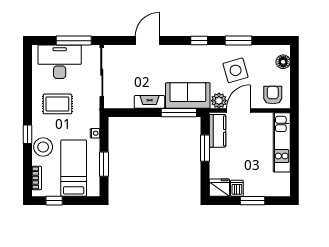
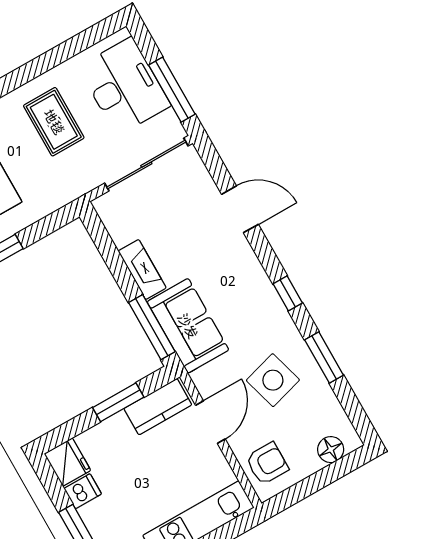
plant: (219, 101) -> (208, 381), removed
door: (239, 110) -> (210, 422), hinge flipped
nightstand: (95, 133) -> (41, 210), removed

